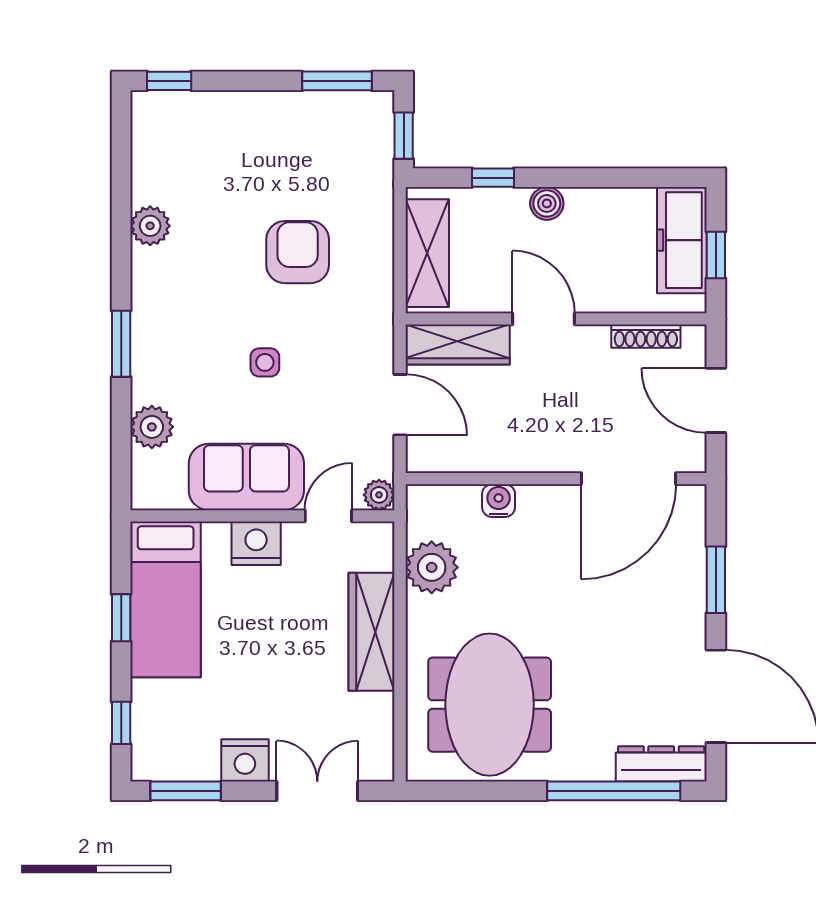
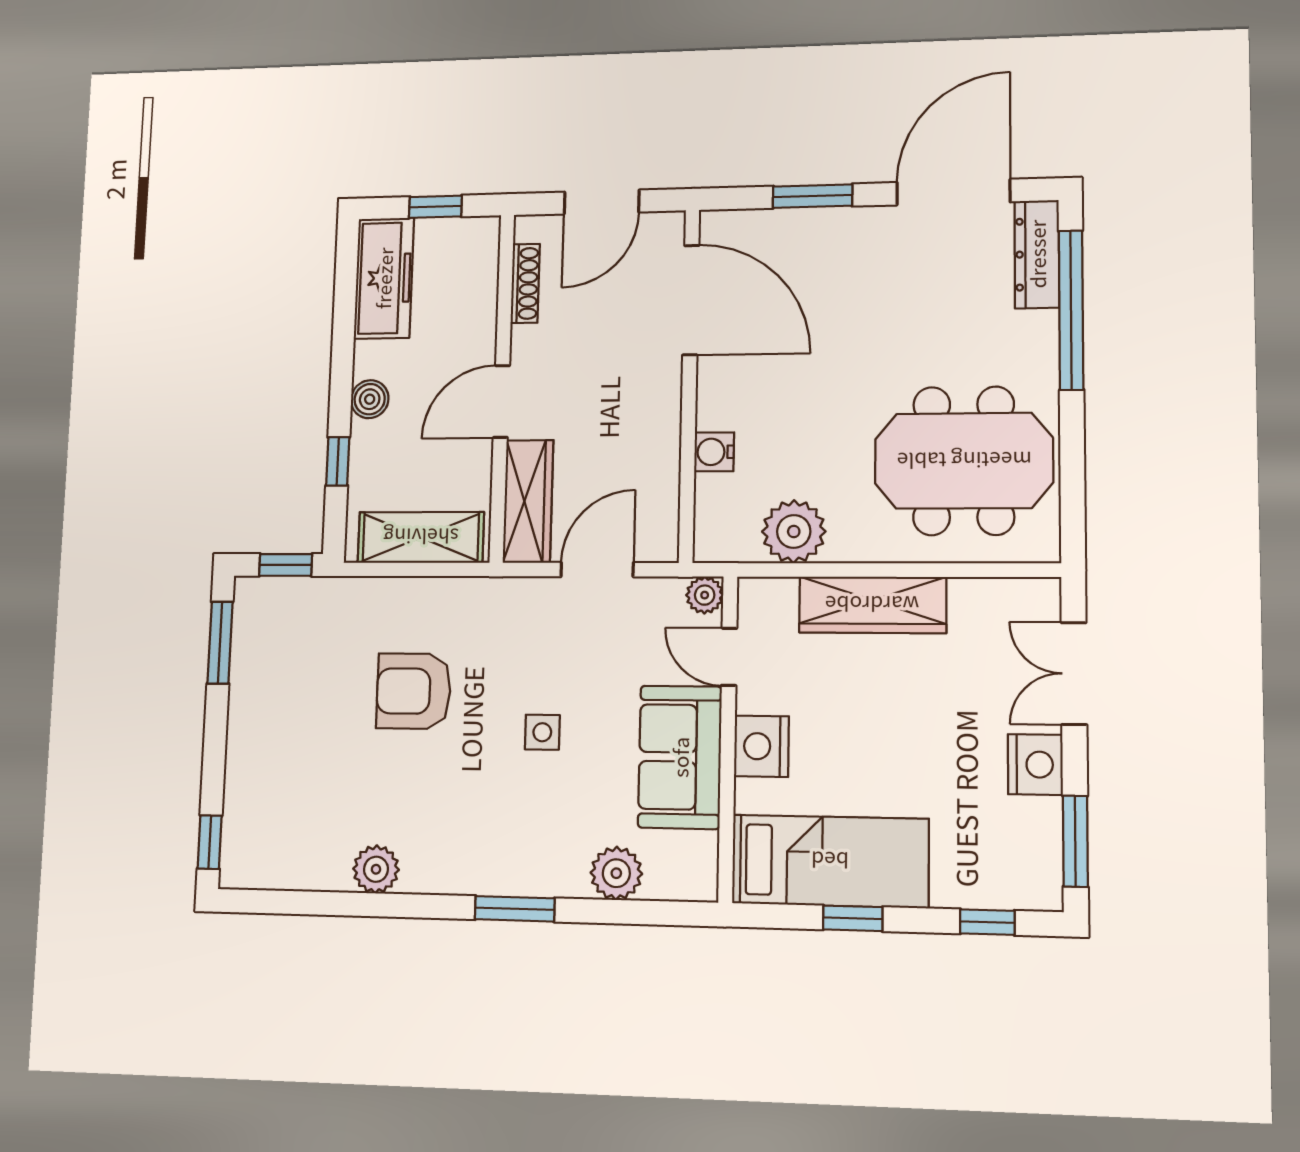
freezer: (682, 240) -> (384, 278), moved, turned -90

